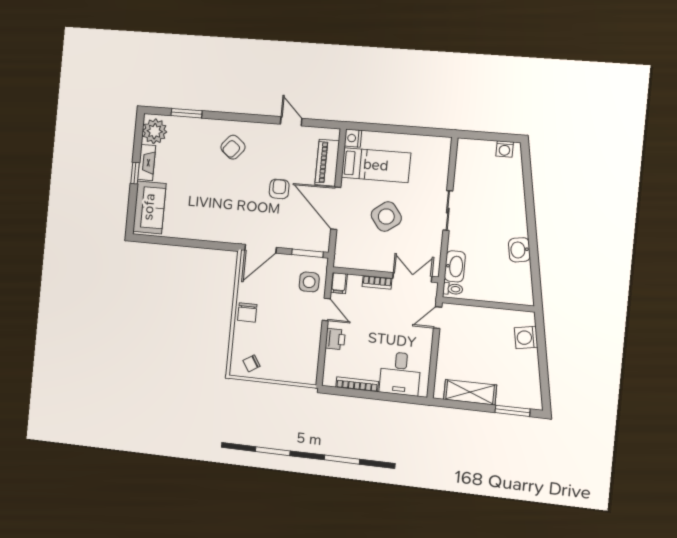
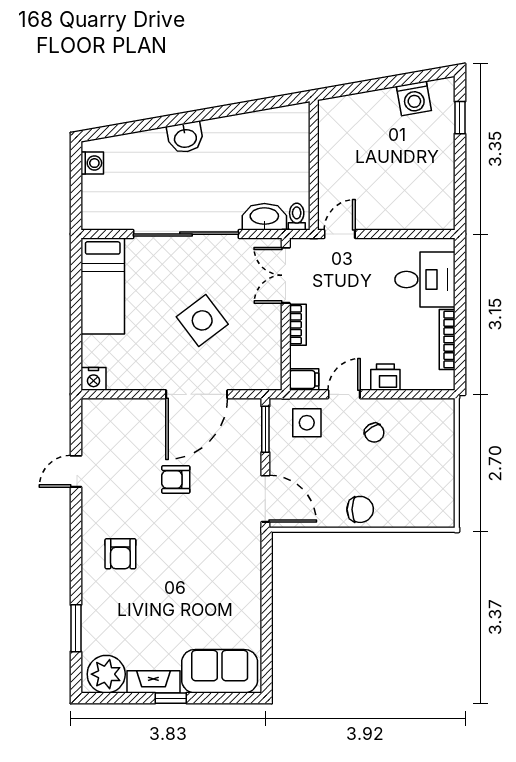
armchair: (233, 147) -> (120, 554), turned 50
piano: (327, 163) -> (132, 413), removed
bed: (376, 165) -> (103, 286), moved, turned 180
sliding door: (448, 211) -> (186, 234), width x1.86
washbasin: (519, 250) -> (185, 138), moved
door: (438, 318) -> (340, 234), swing flipped
washing machine: (526, 338) -> (414, 98), moved
chair: (251, 363) -> (374, 433), moved
shelving: (470, 392) -> (440, 179), removed
window: (513, 411) -> (460, 118), width x0.67

